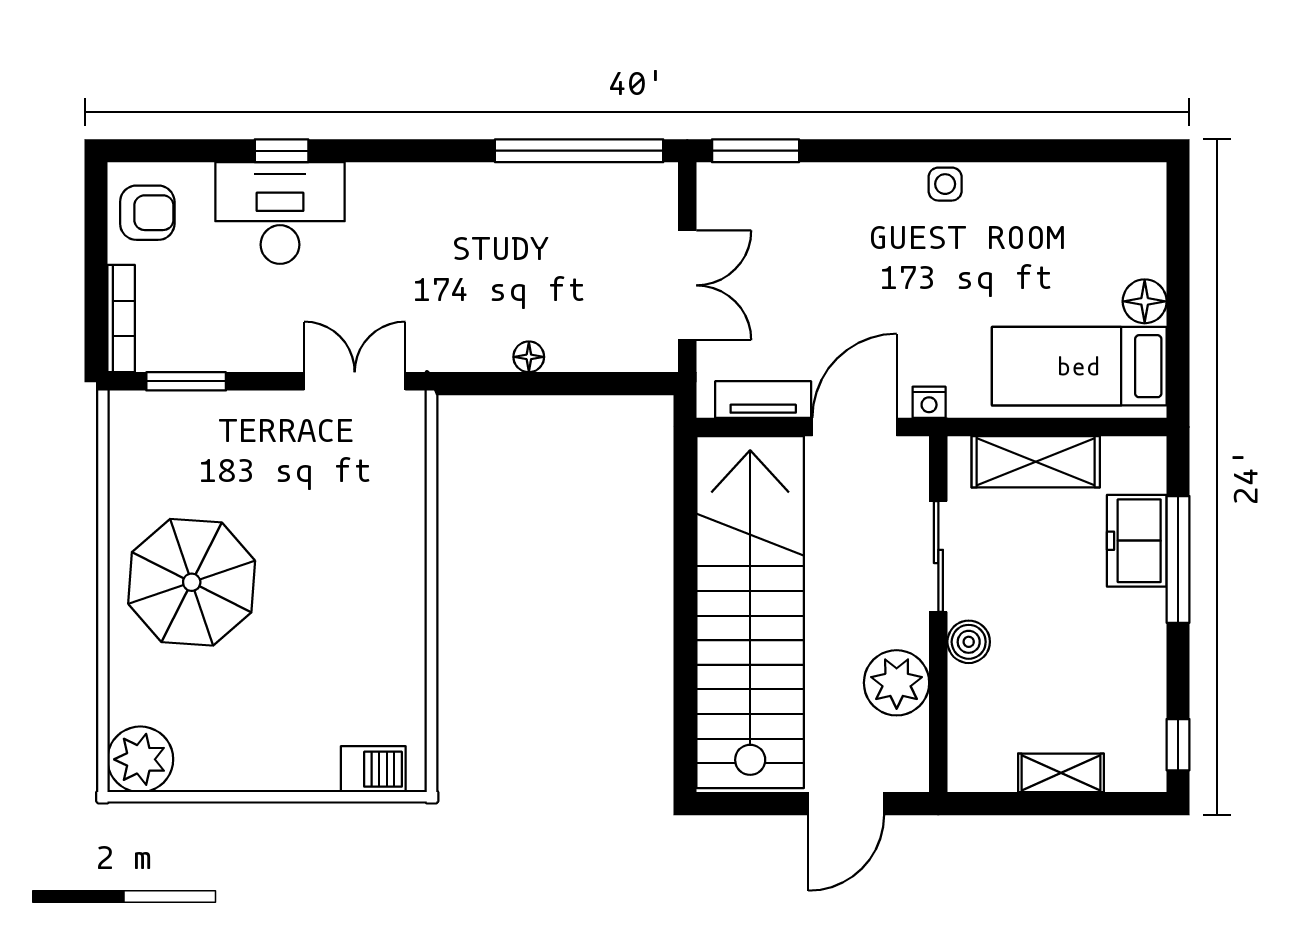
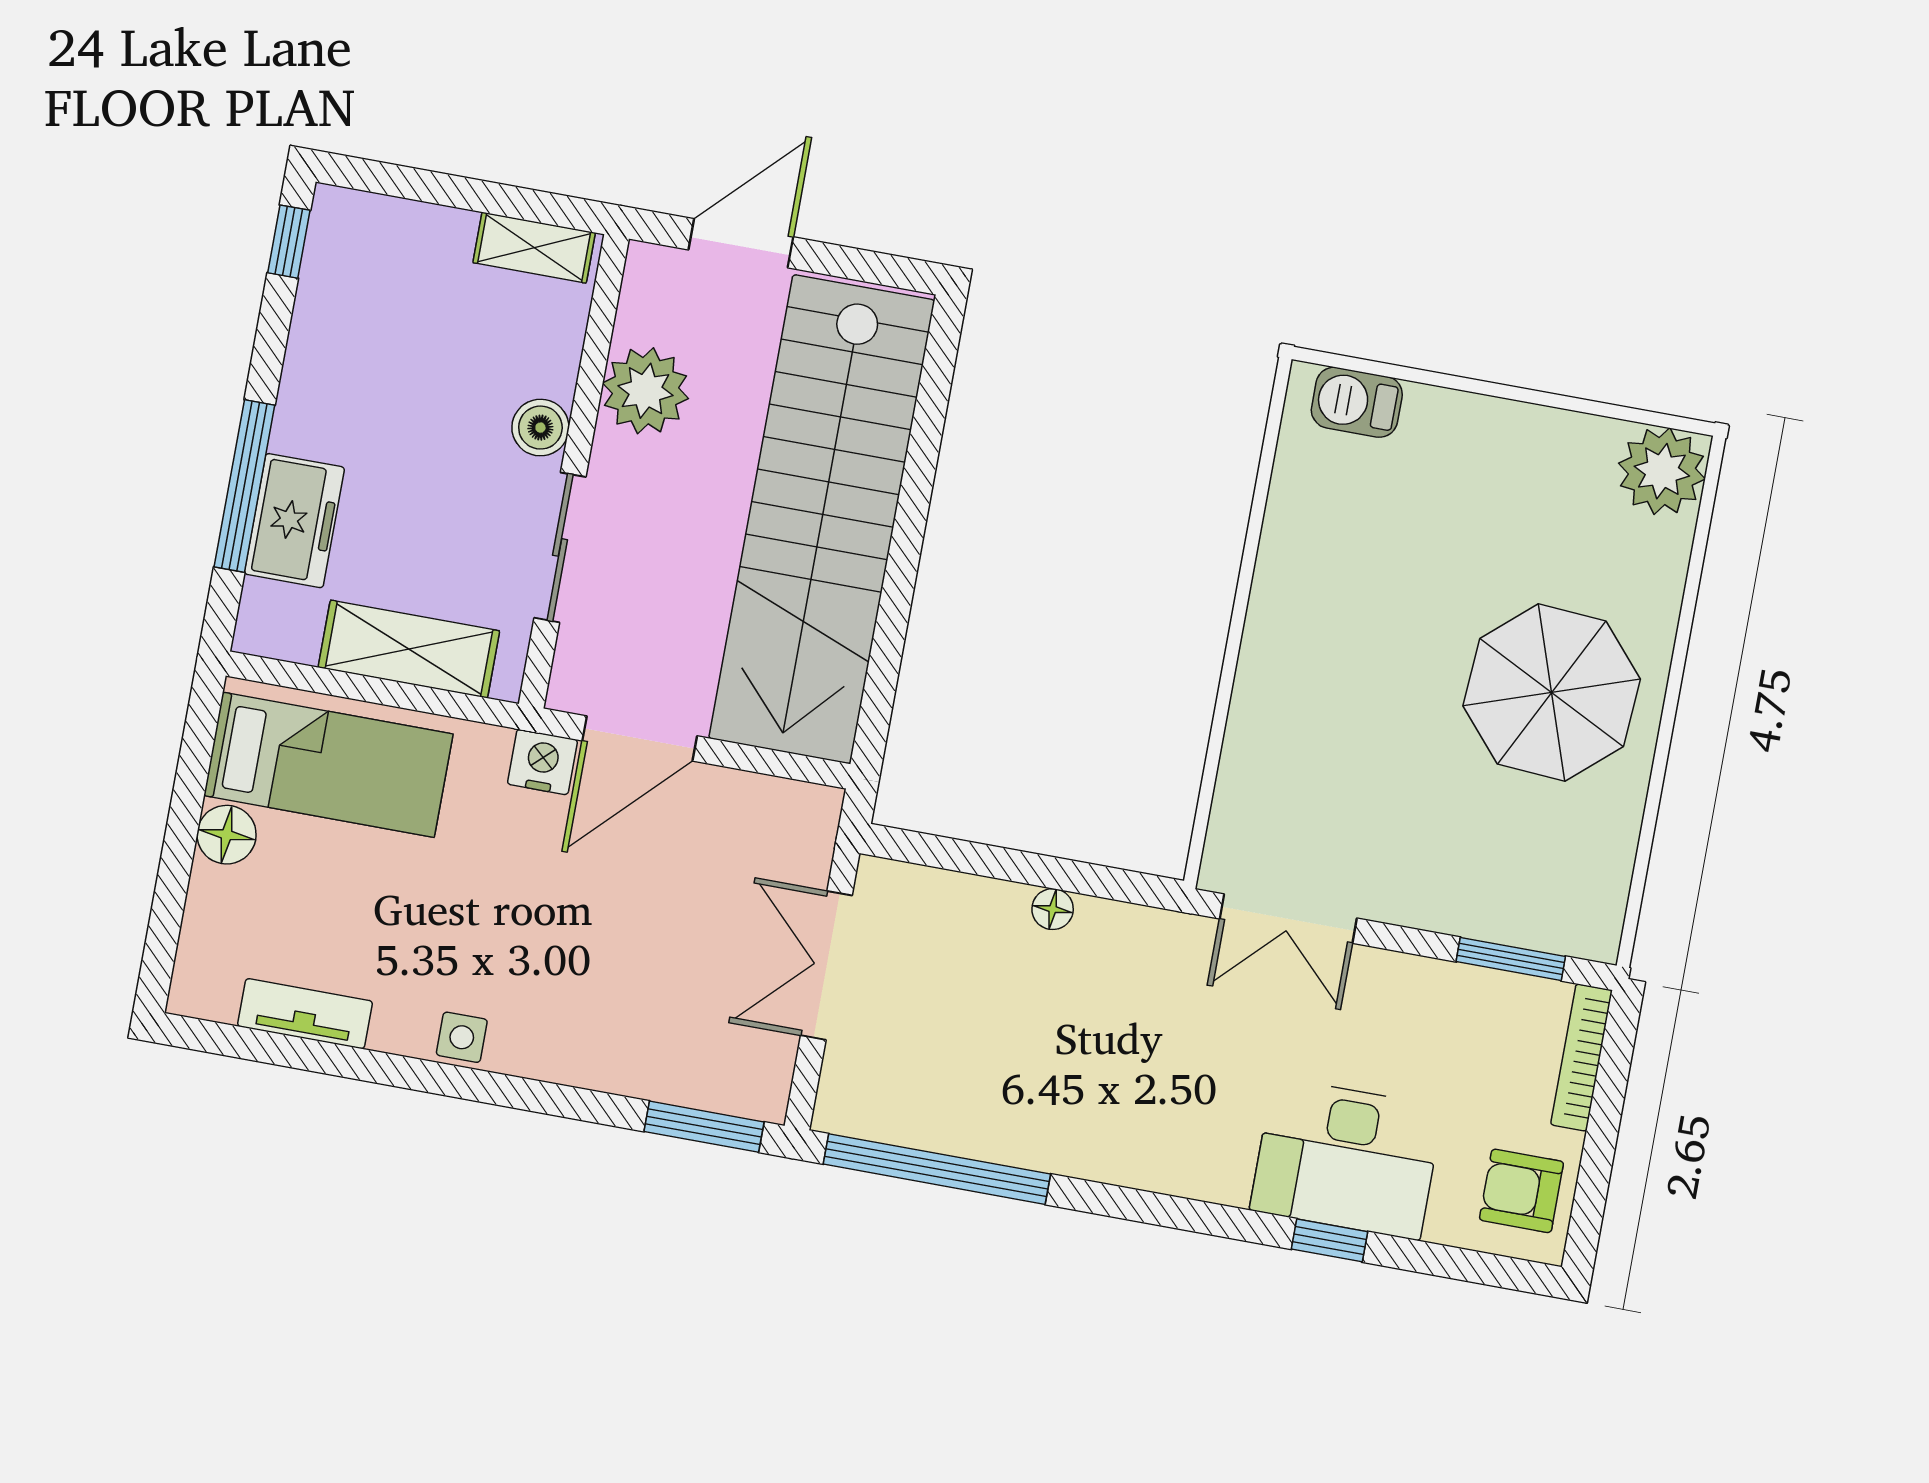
tv unit: (763, 400) -> (305, 1014), moved, turned 180
nightstand: (929, 402) -> (542, 762), width x1.39, depth x1.35
shelving: (1061, 773) -> (534, 248), moved

